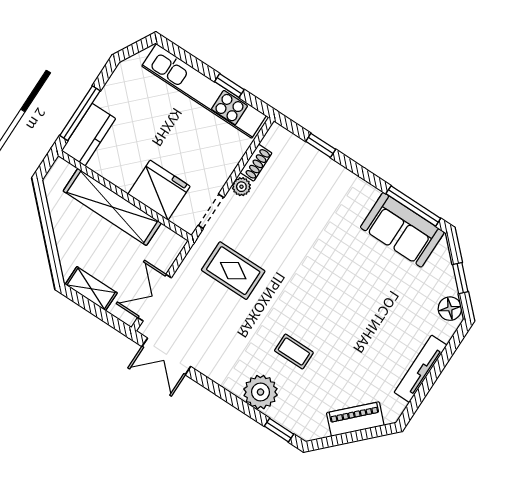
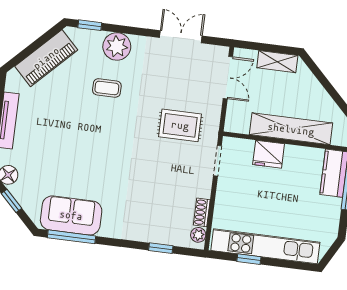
plant: (241, 187) -> (198, 235), moved
fridge: (159, 190) -> (269, 154), width x0.73, depth x0.75
double door: (166, 356) -> (181, 37), moved
piano: (355, 419) -> (46, 58), width x1.37, depth x1.33

